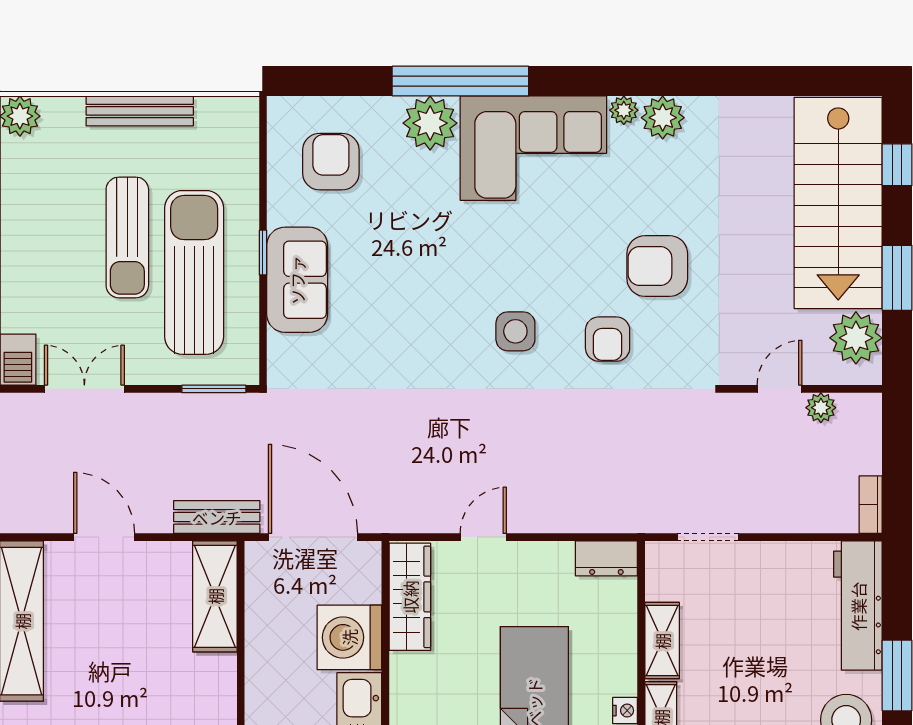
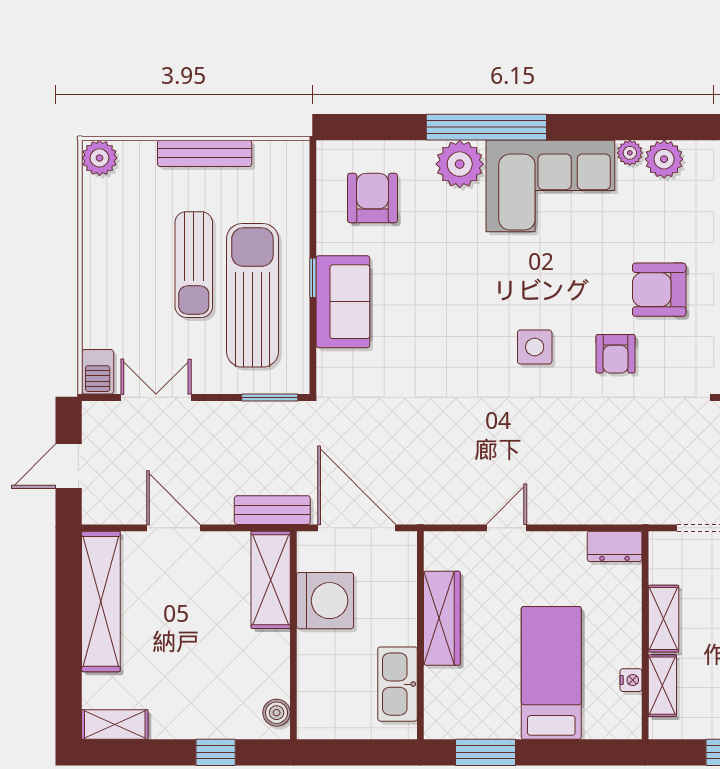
wardrobe: (410, 597) -> (442, 618), moved
washing machine: (349, 637) -> (325, 601), moved, turned 180

